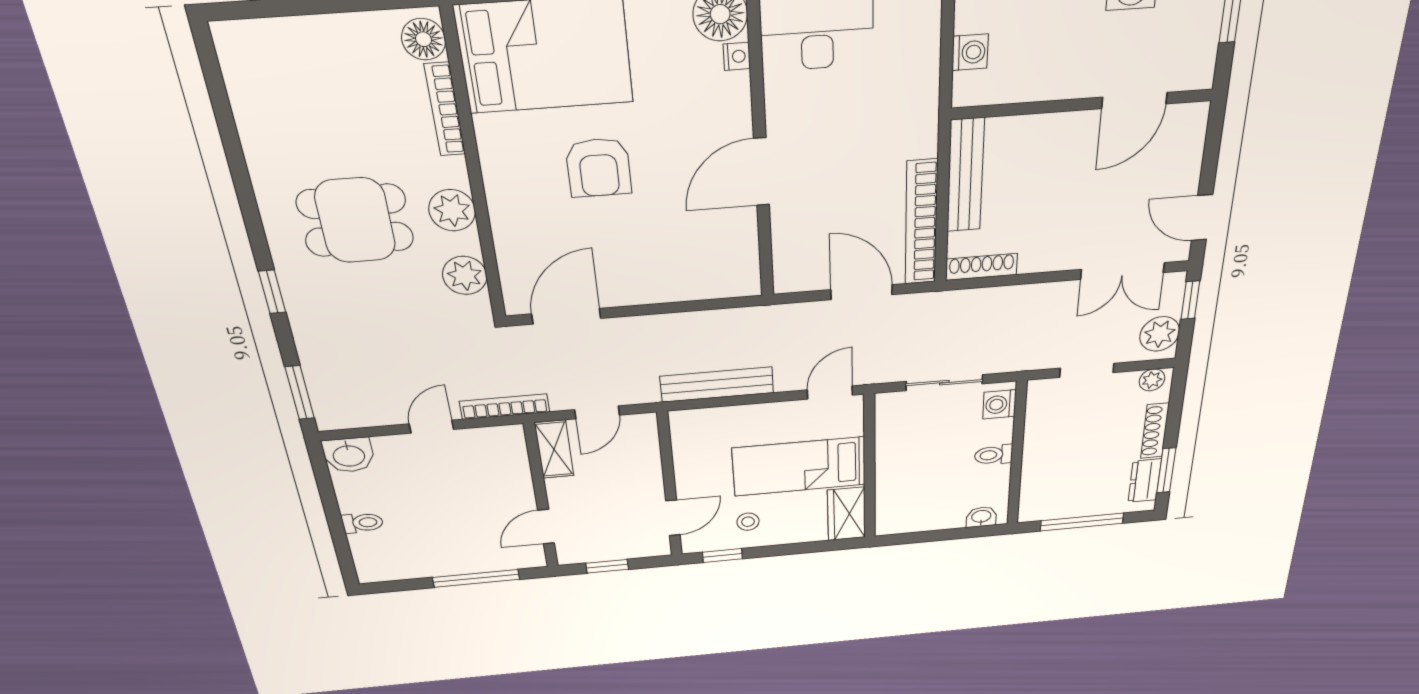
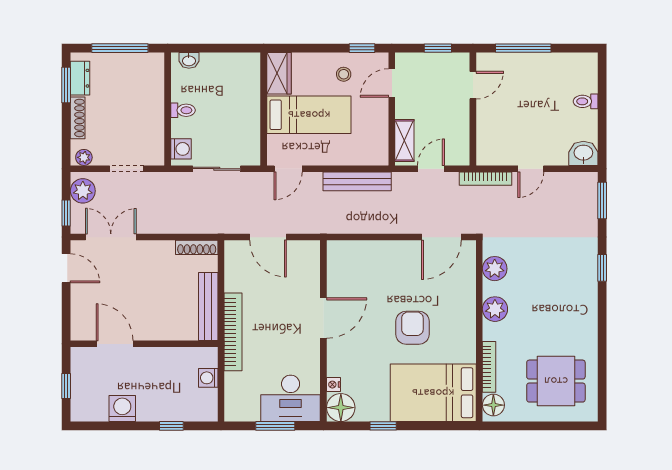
door: (1134, 100) -> (115, 344), hinge flipped
dining table: (355, 220) -> (556, 381), moved
bookcase: (921, 223) -> (233, 332), moved
shelving: (554, 449) -> (404, 141), moved

